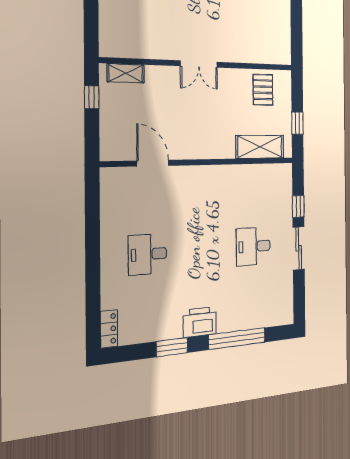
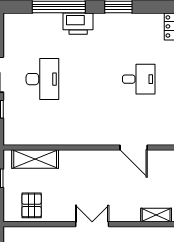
desk: (253, 246) -> (42, 79), width x1.37
printer: (200, 322) -> (78, 24), moved

